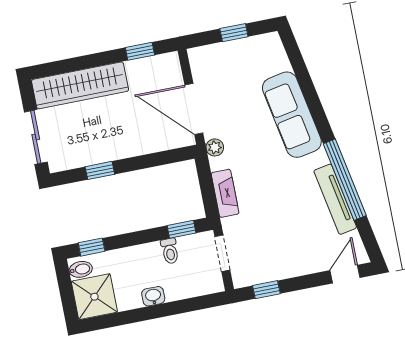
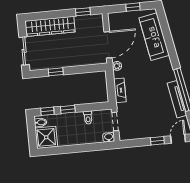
door: (194, 109) -> (108, 45), swing flipped
sofa: (292, 115) -> (154, 37), moved
window: (181, 229) -> (68, 109), moved
window: (266, 290) -> (157, 141), moved
washbasin: (153, 296) -> (109, 137), moved

